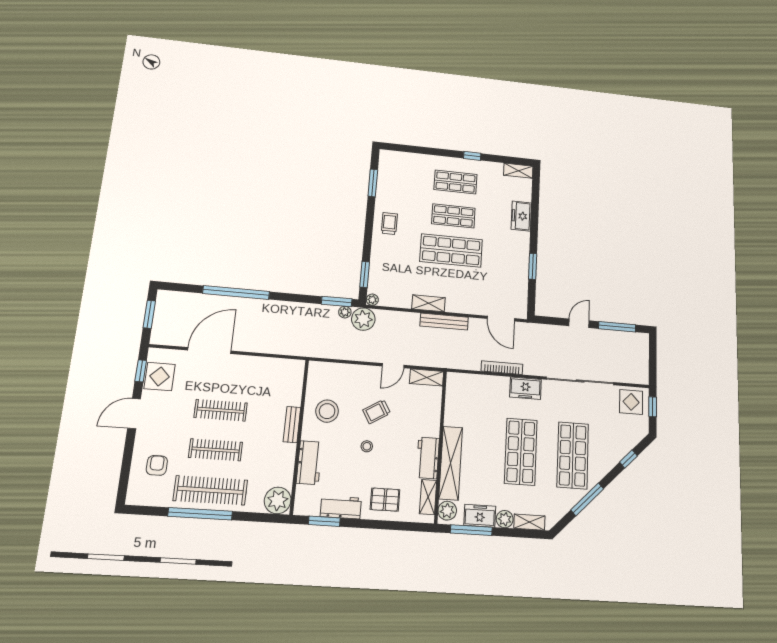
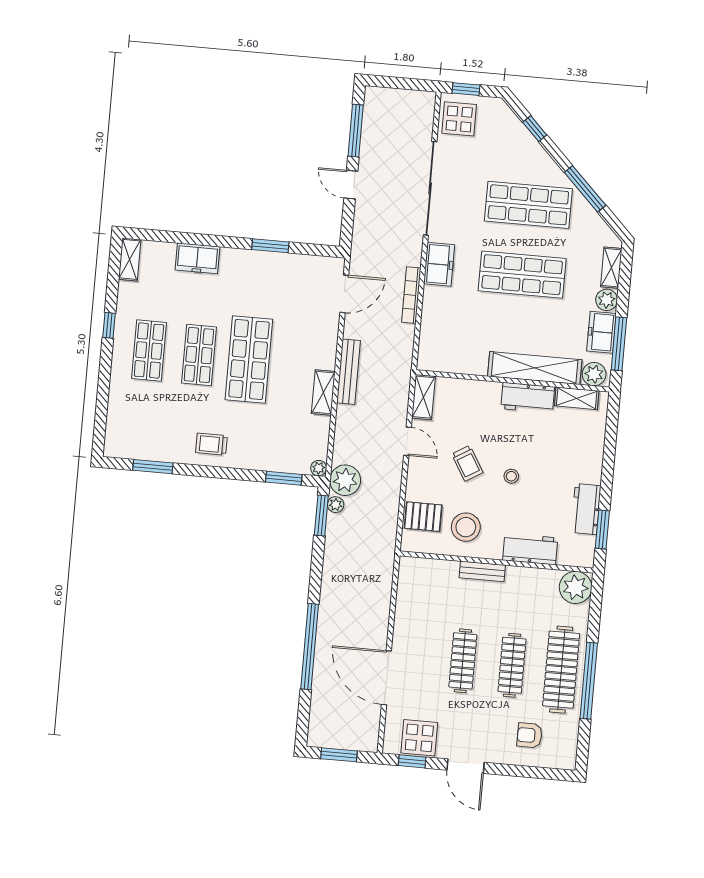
pallet: (385, 500) -> (423, 517), moved, turned 90

